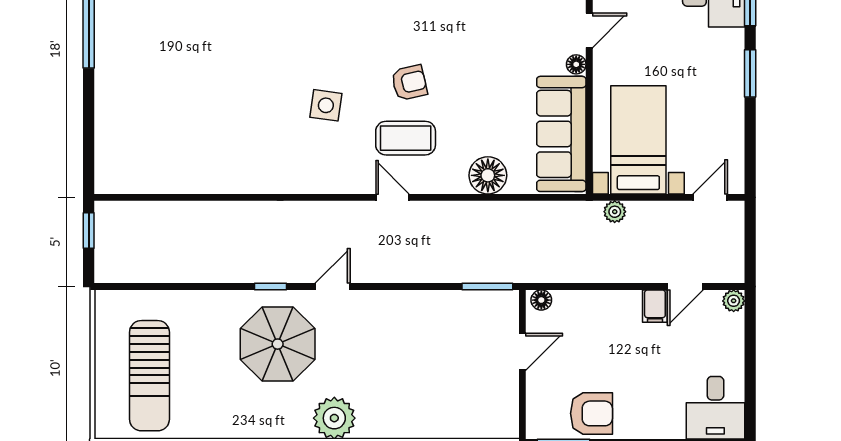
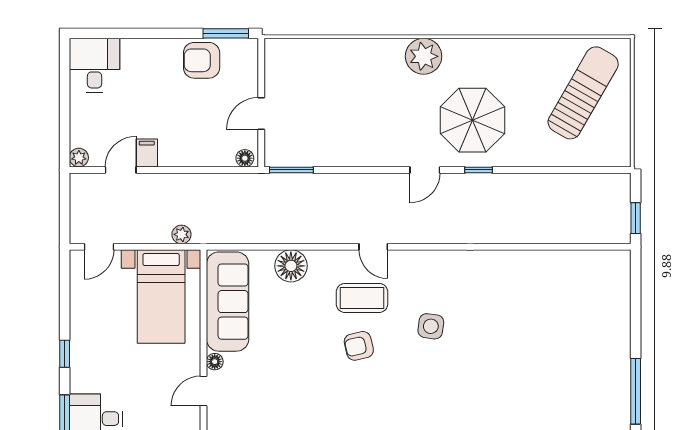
window: (750, 73) -> (65, 354), width x0.67
sun lounger: (149, 376) -> (583, 93), turned 30

